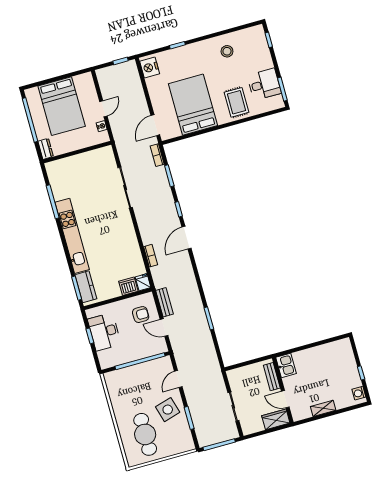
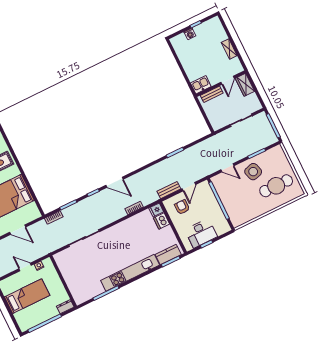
bed: (62, 106) -> (27, 296), width x0.67
door: (155, 125) -> (18, 230), moved
washing machine: (359, 393) -> (190, 34), moved

